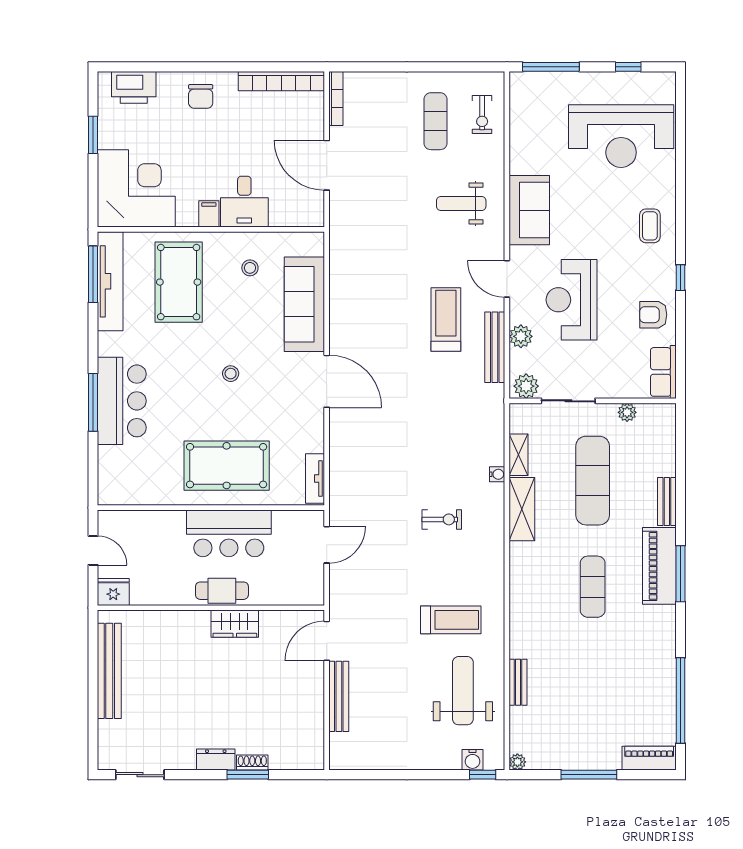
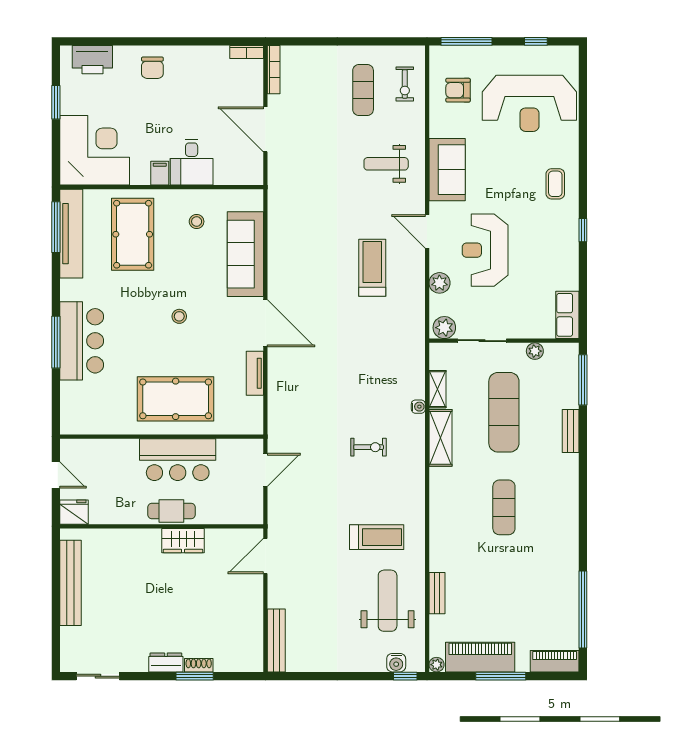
bookcase: (281, 81) -> (247, 52), width x0.43, depth x0.76
armchair: (653, 315) -> (458, 90), moved
bench: (495, 347) -> (416, 293), removed
tv unit: (315, 479) -> (255, 373), moved
piano: (659, 566) -> (480, 657), moved, turned 90
window: (681, 574) -> (583, 380), moved
bench: (339, 696) -> (276, 640), moved

